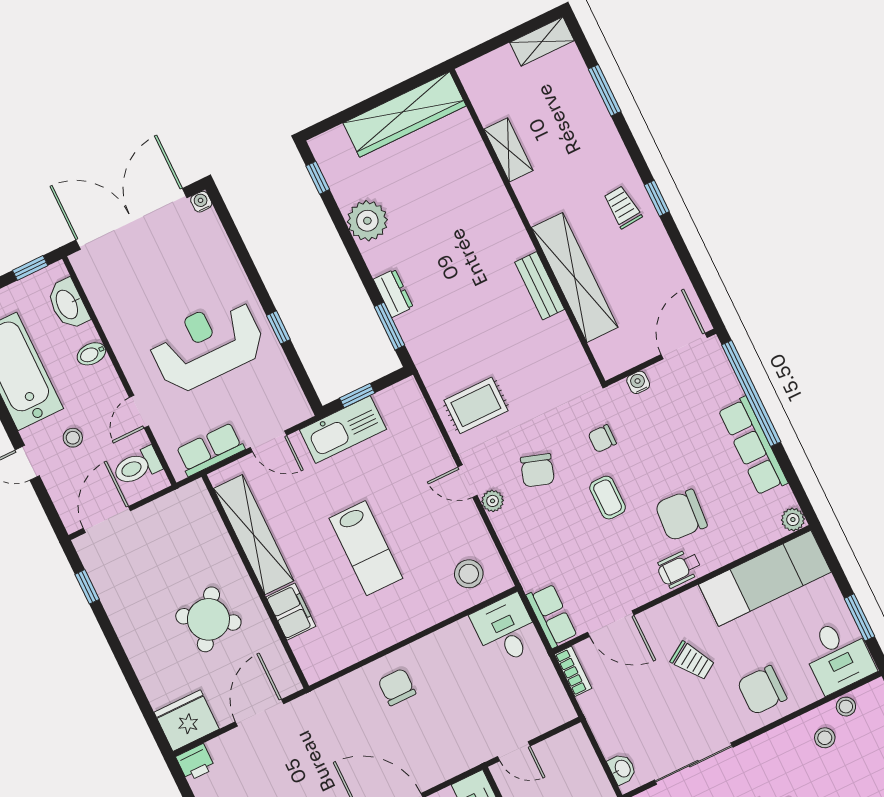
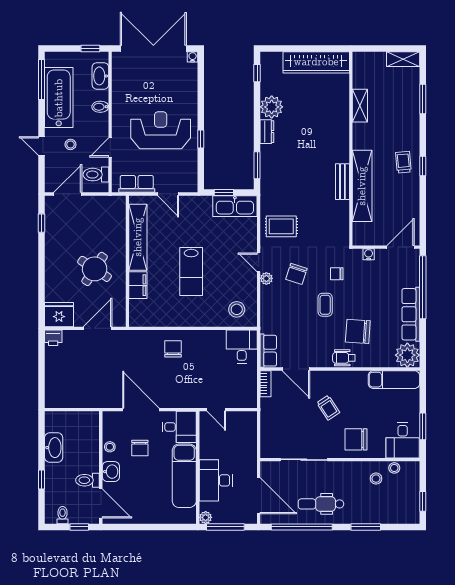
dresser: (393, 293) -> (267, 132), moved
kitchen sink: (343, 430) -> (235, 206), moved
plant: (793, 520) -> (407, 355), width x1.88, depth x1.88
exam couch: (765, 578) -> (394, 380), width x0.73, depth x0.69
washbasin: (622, 769) -> (266, 445), removed

